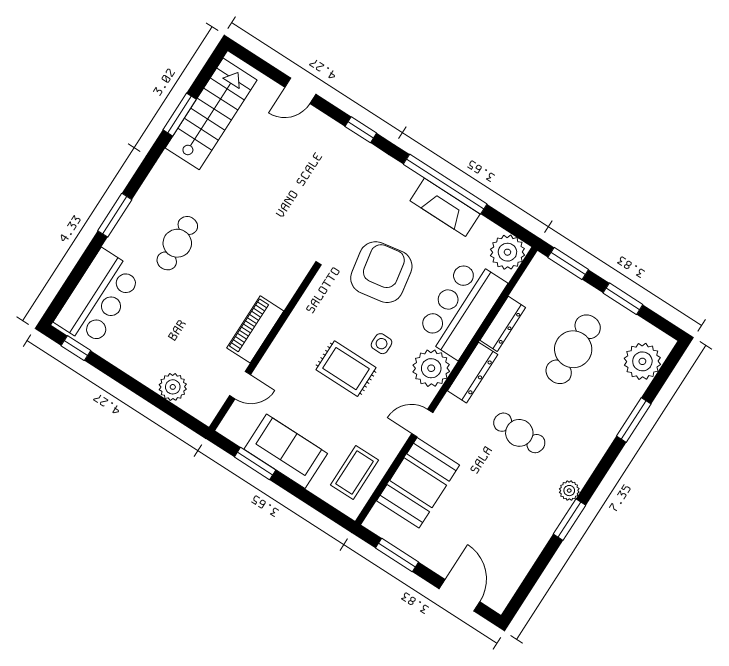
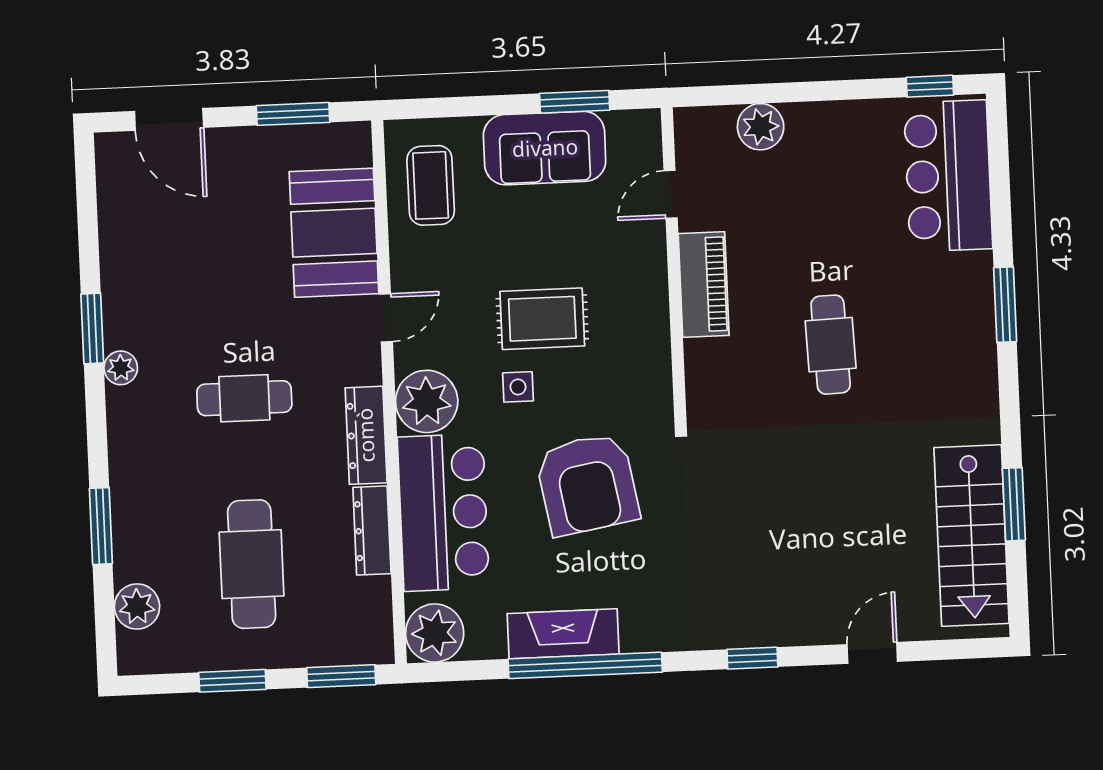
cafe table: (177, 243) -> (831, 345), moved
plant: (642, 361) -> (137, 607), width x0.73, depth x0.73

